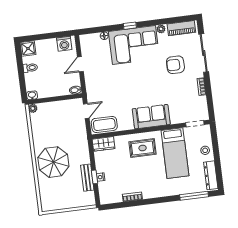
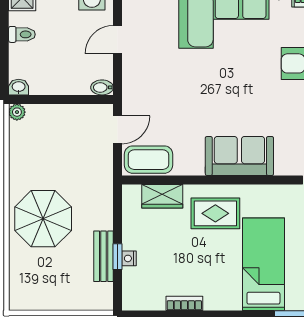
wardrobe: (103, 144) -> (162, 196), moved
bed: (175, 153) -> (263, 264), moved, turned 180

